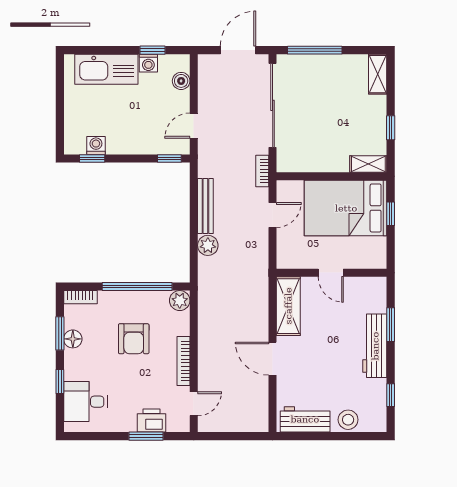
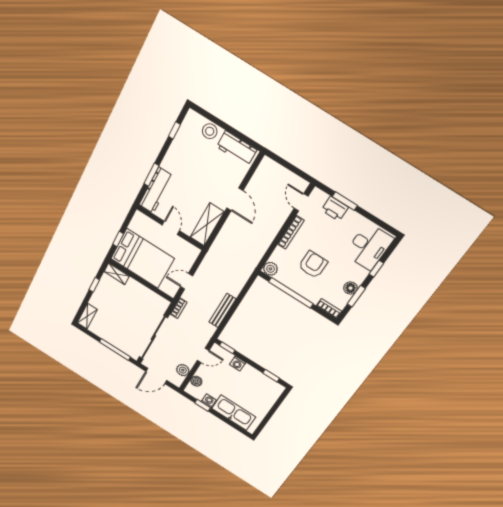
washing machine: (96, 145) -> (238, 364), moved
plant: (208, 245) -> (183, 370), moved
workbench: (375, 346) -> (156, 190), moved
desk: (85, 402) -> (369, 247), width x1.37
door: (194, 404) -> (301, 202), hinge flipped

